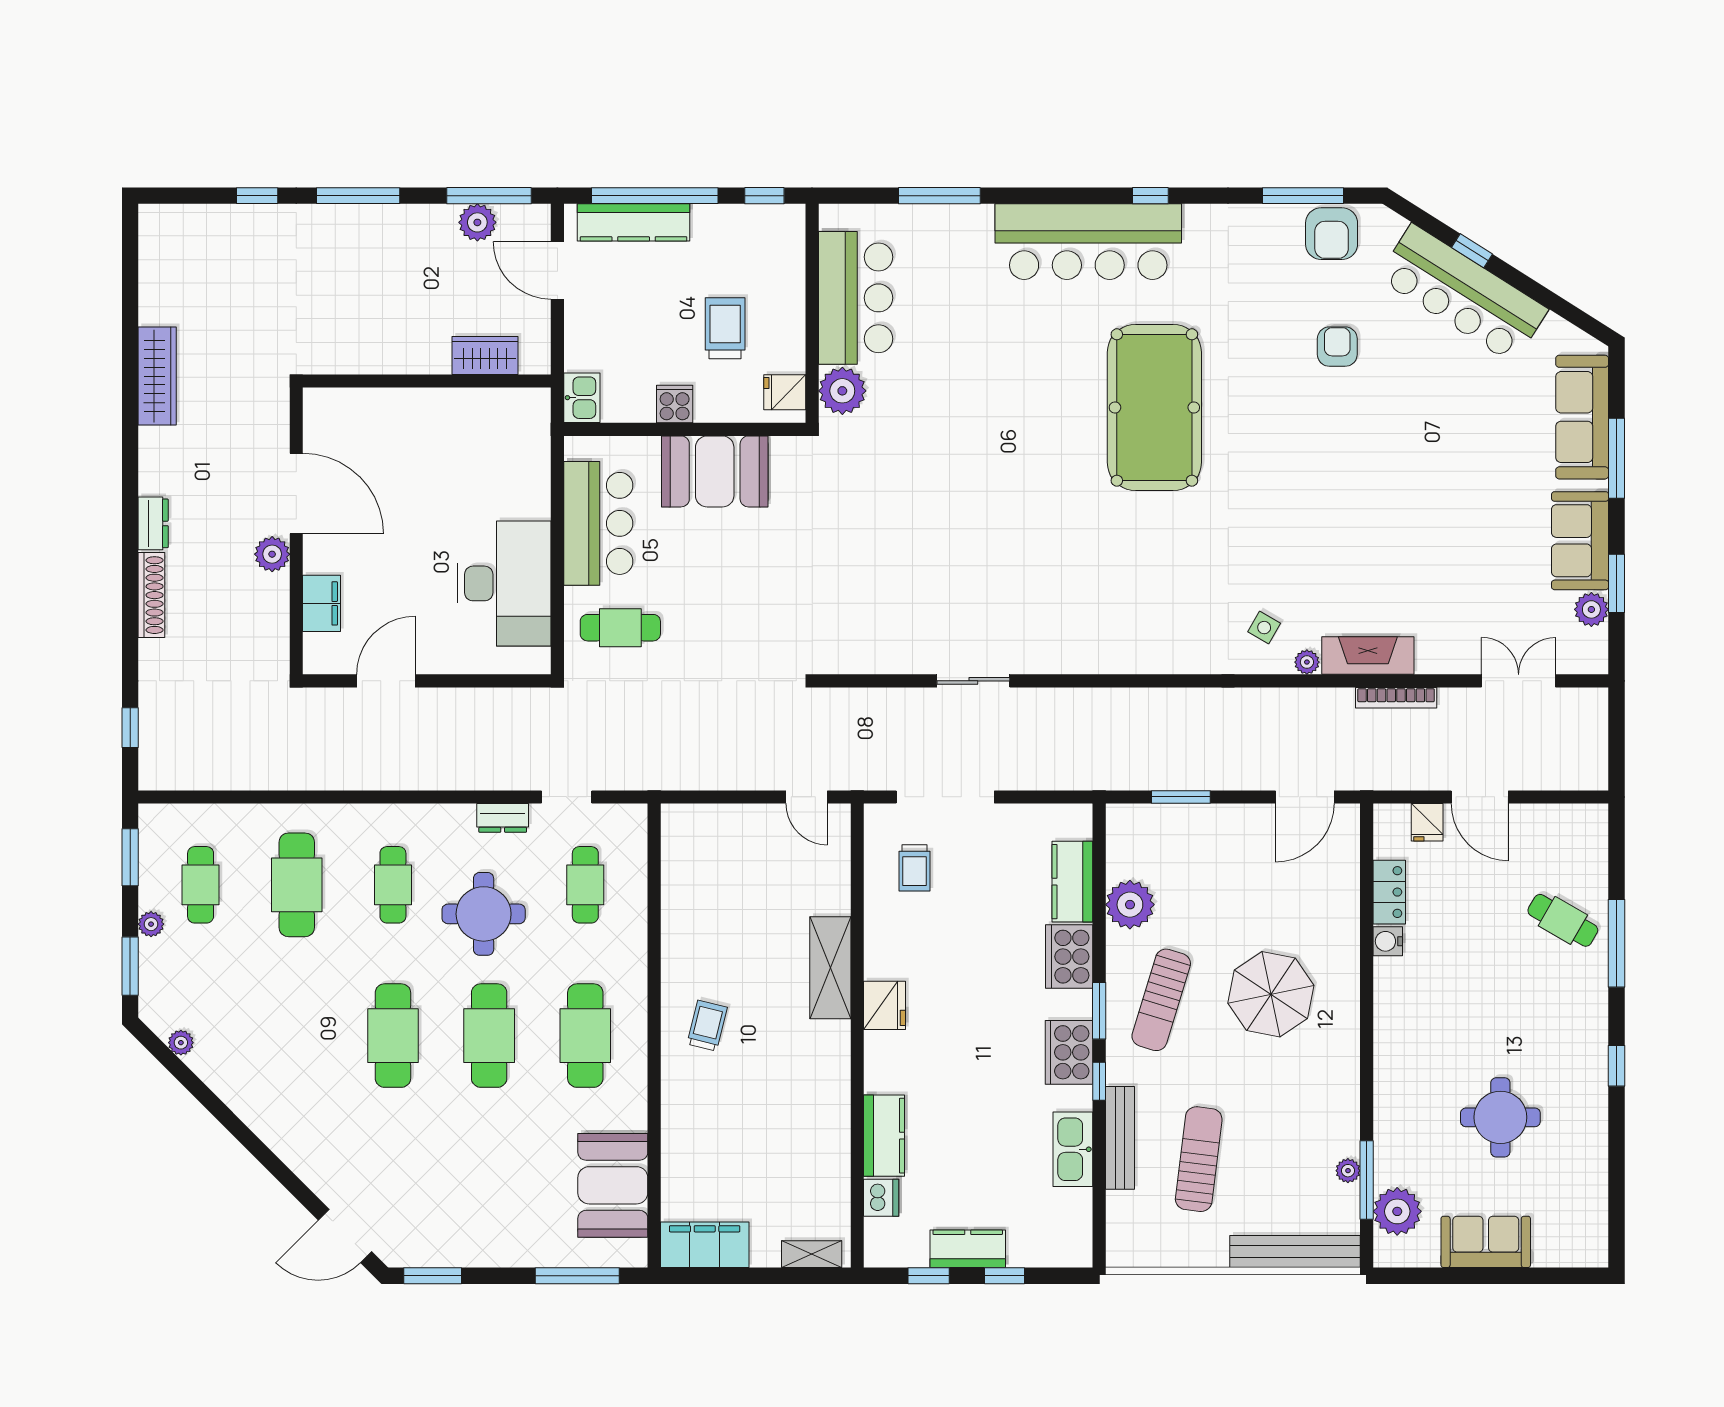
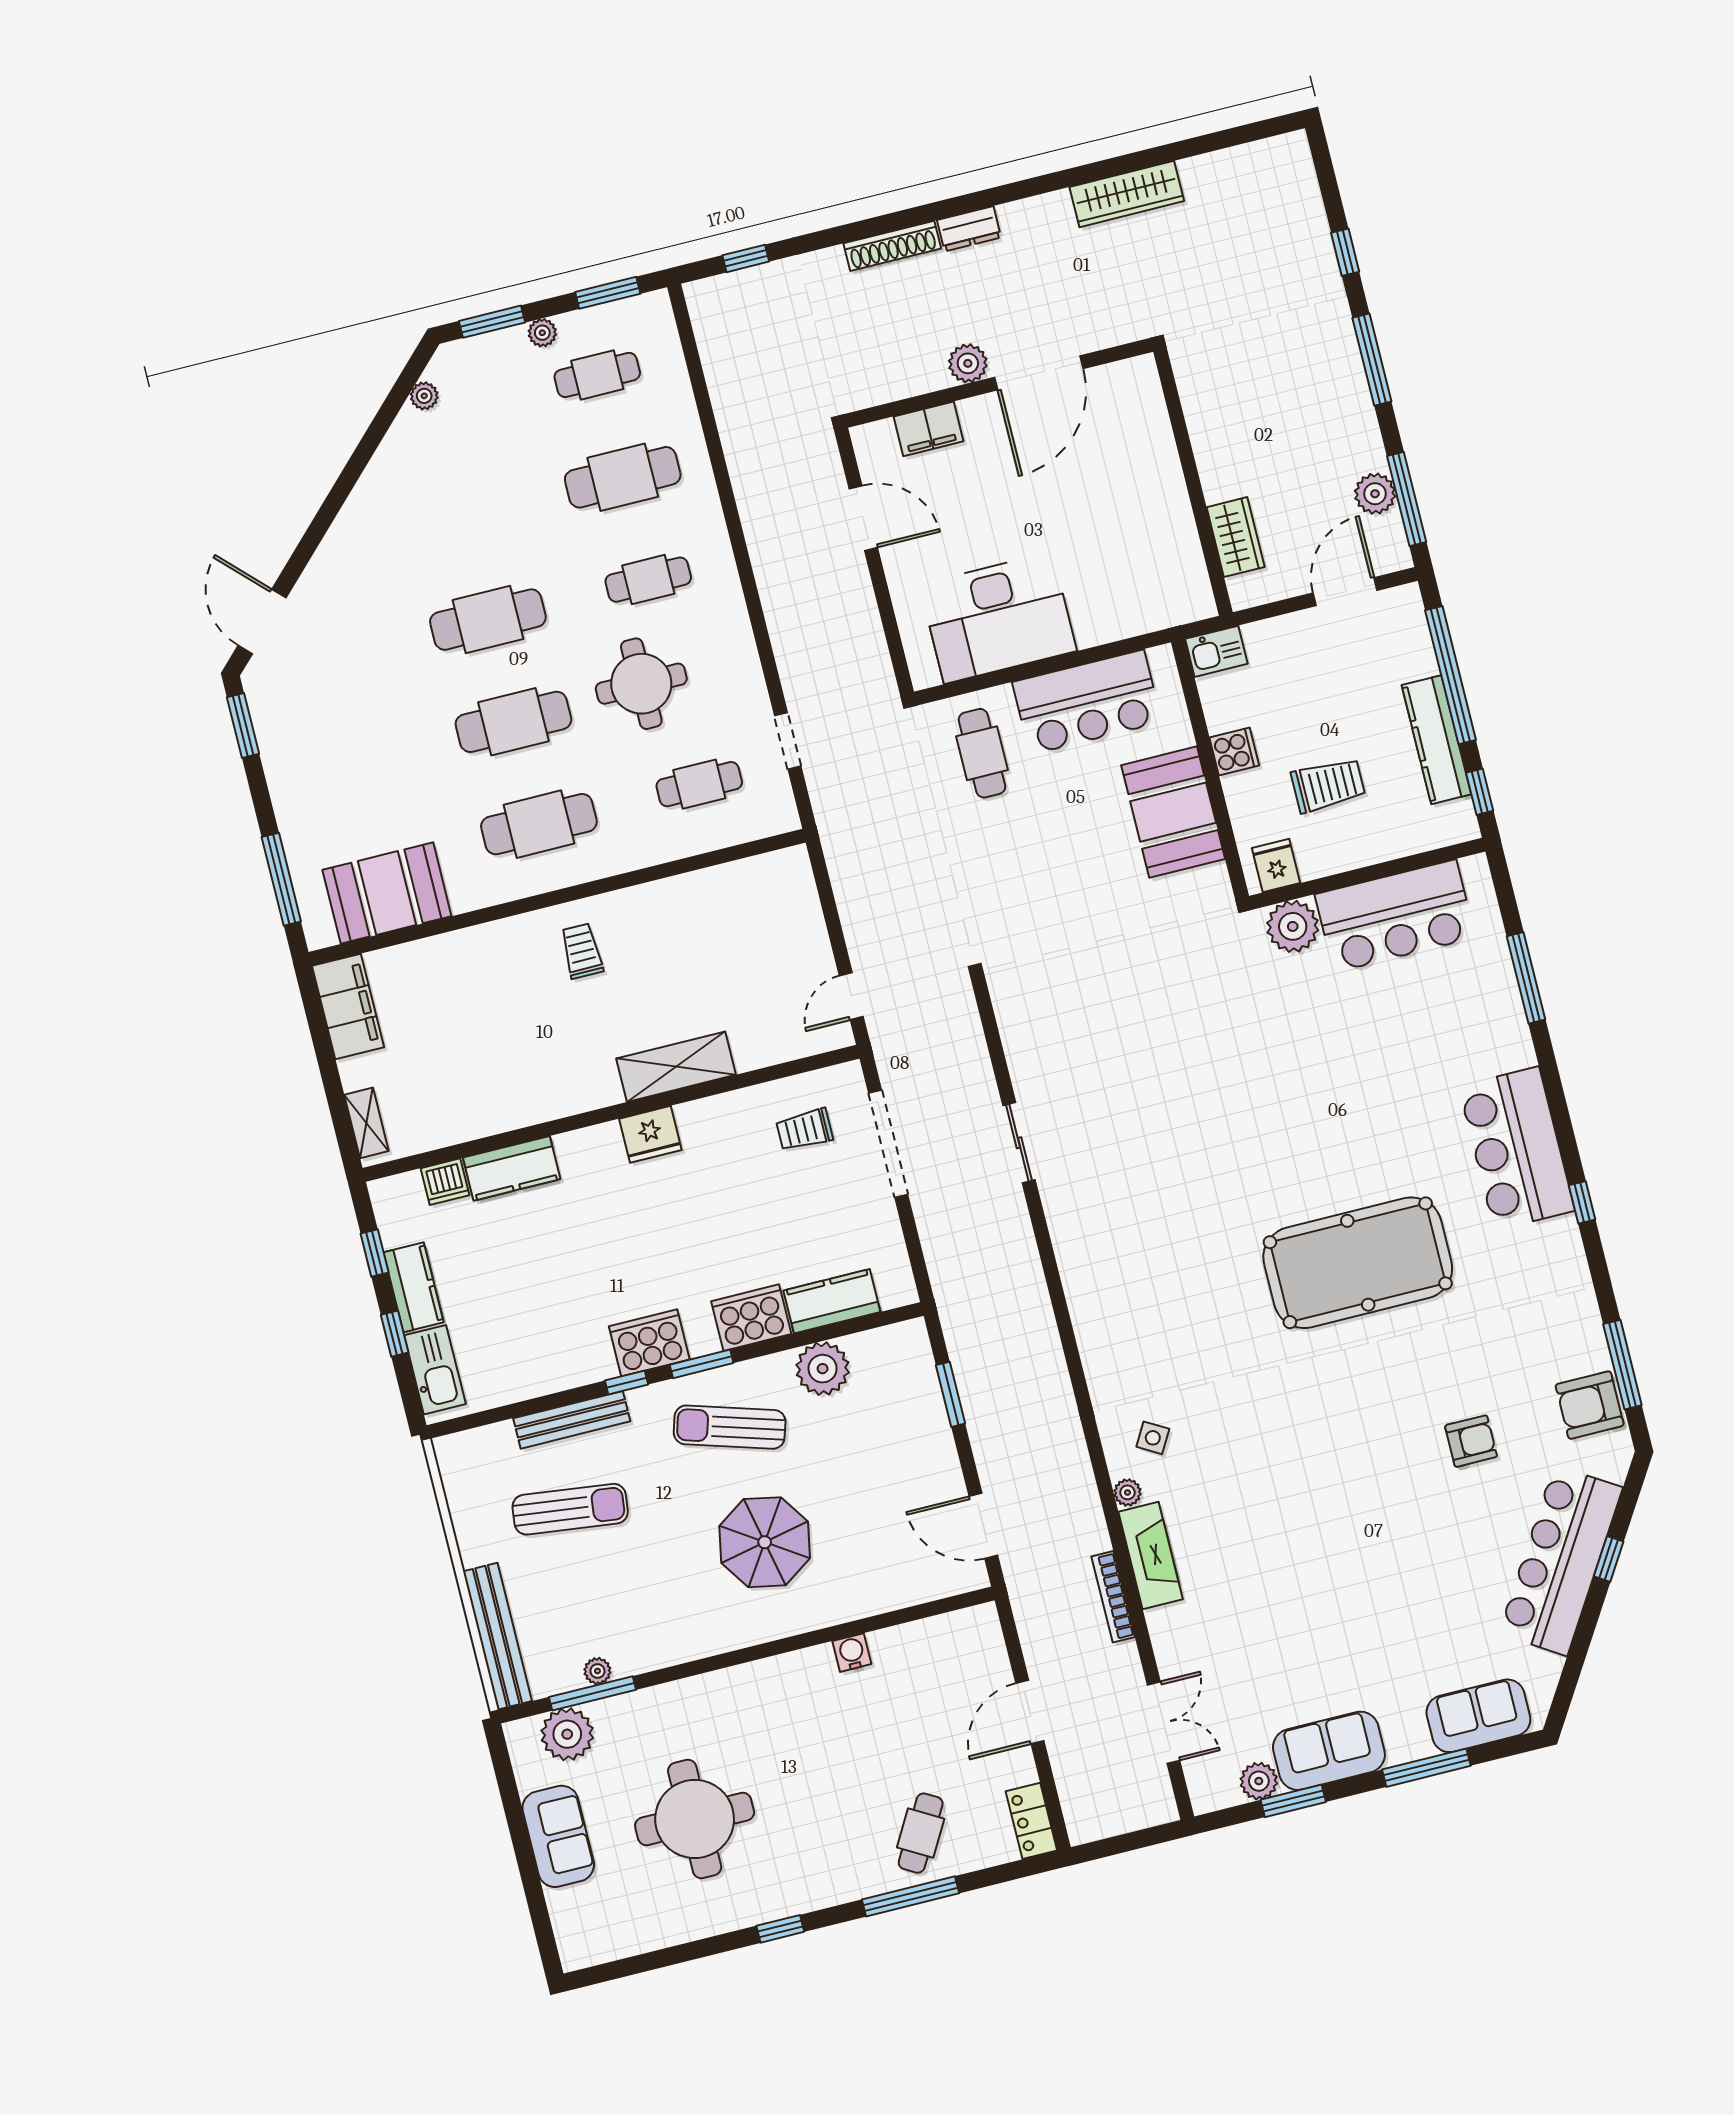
kitchen counter: (634, 222) -> (1436, 740), moved
bar counter: (1088, 242) -> (1517, 1148), width x0.73
sofa: (1582, 417) -> (1478, 1716), width x0.73
dresser: (503, 818) -> (748, 679), removed
fridge: (1427, 822) -> (989, 1663), removed
locker: (1389, 892) -> (1031, 1821), moved, turned 90
trolley: (707, 1026) -> (582, 951), turned -104
round table: (1500, 1117) -> (695, 1819), width x1.36, depth x1.36
kitchen sink: (1073, 1149) -> (435, 1370), moved, turned 90

